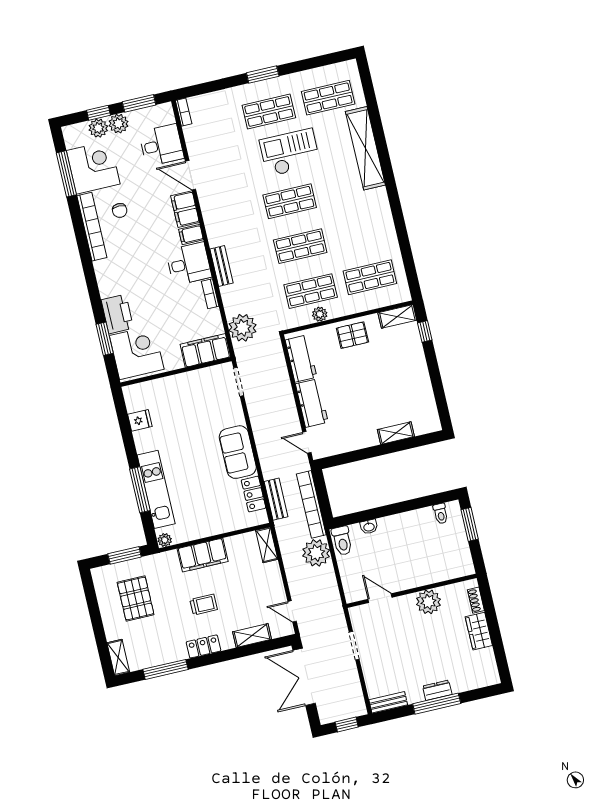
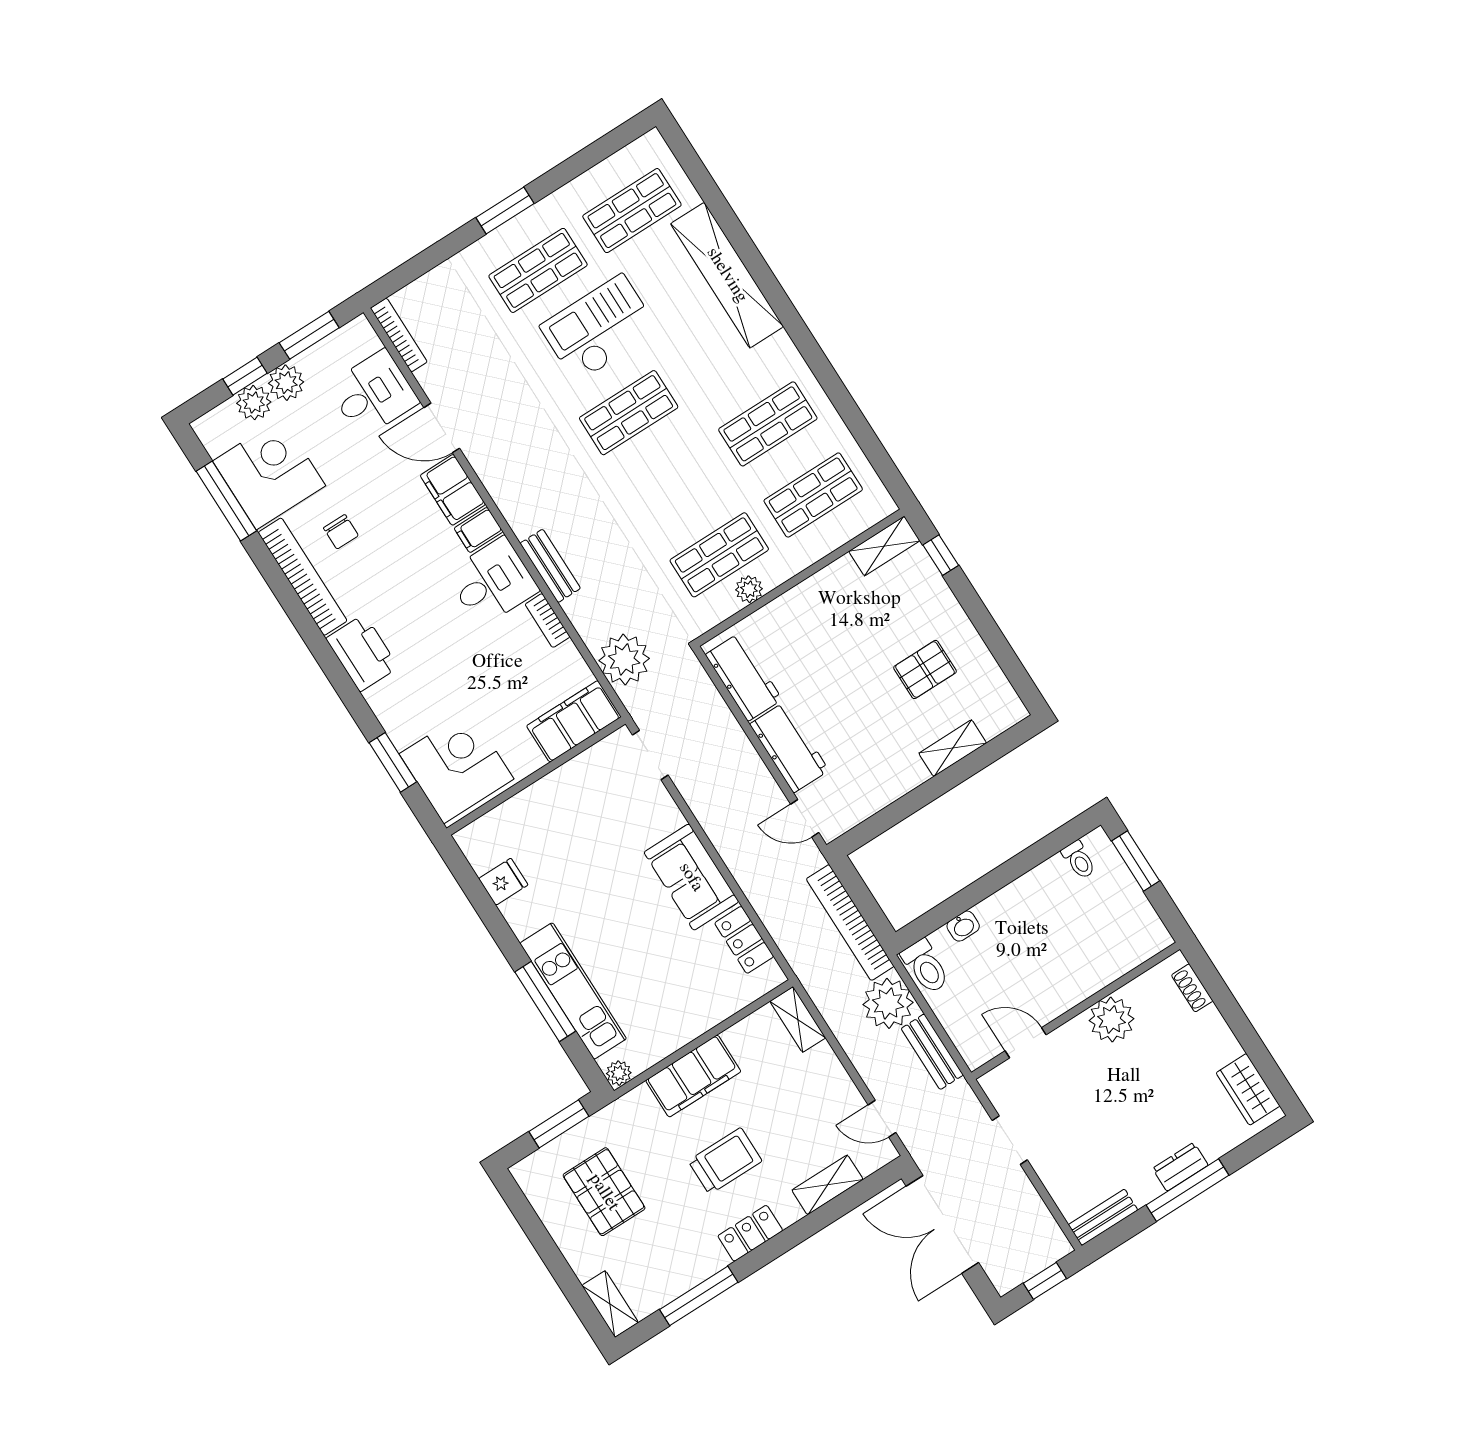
bookcase: (184, 112) -> (399, 335), width x1.56
shop shelf: (300, 246) -> (768, 424), moved
printer: (117, 314) -> (362, 653), moved
pallet: (352, 335) -> (925, 670), moved
bench: (276, 499) -> (932, 1052), moved
trolley: (204, 605) -> (725, 1161), width x1.36, depth x1.39
wardrobe: (479, 631) -> (1248, 1089), moved

